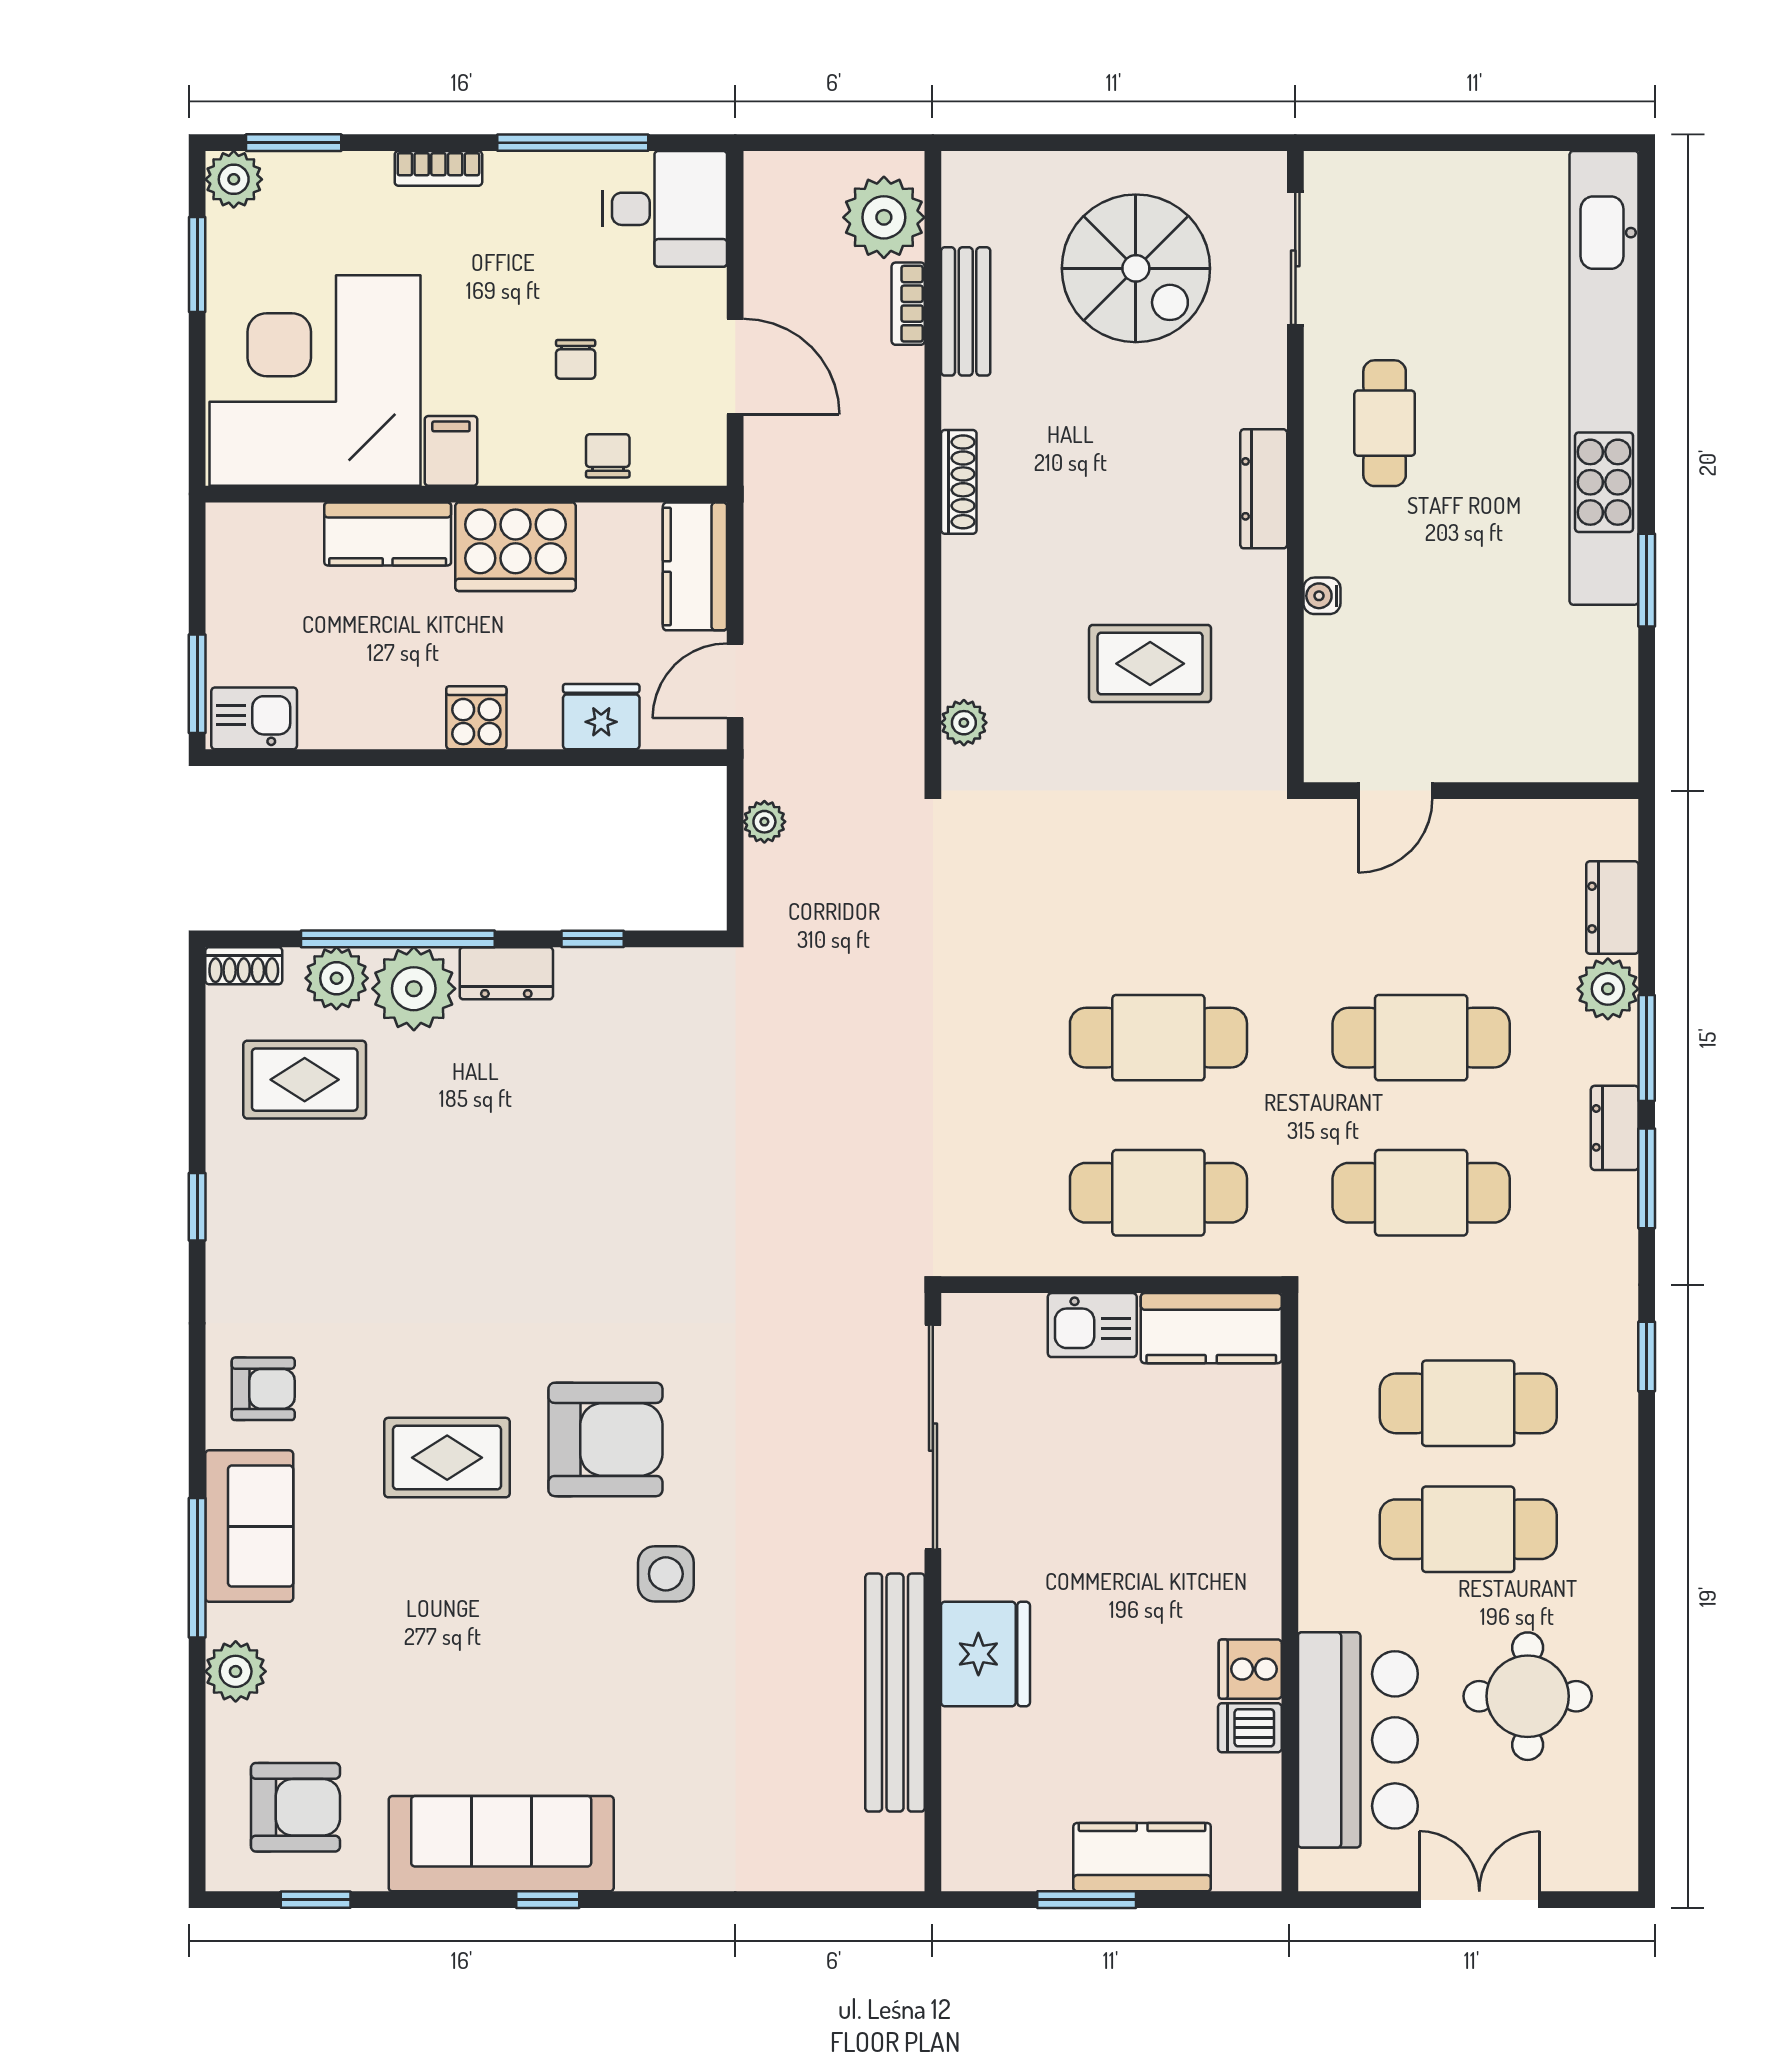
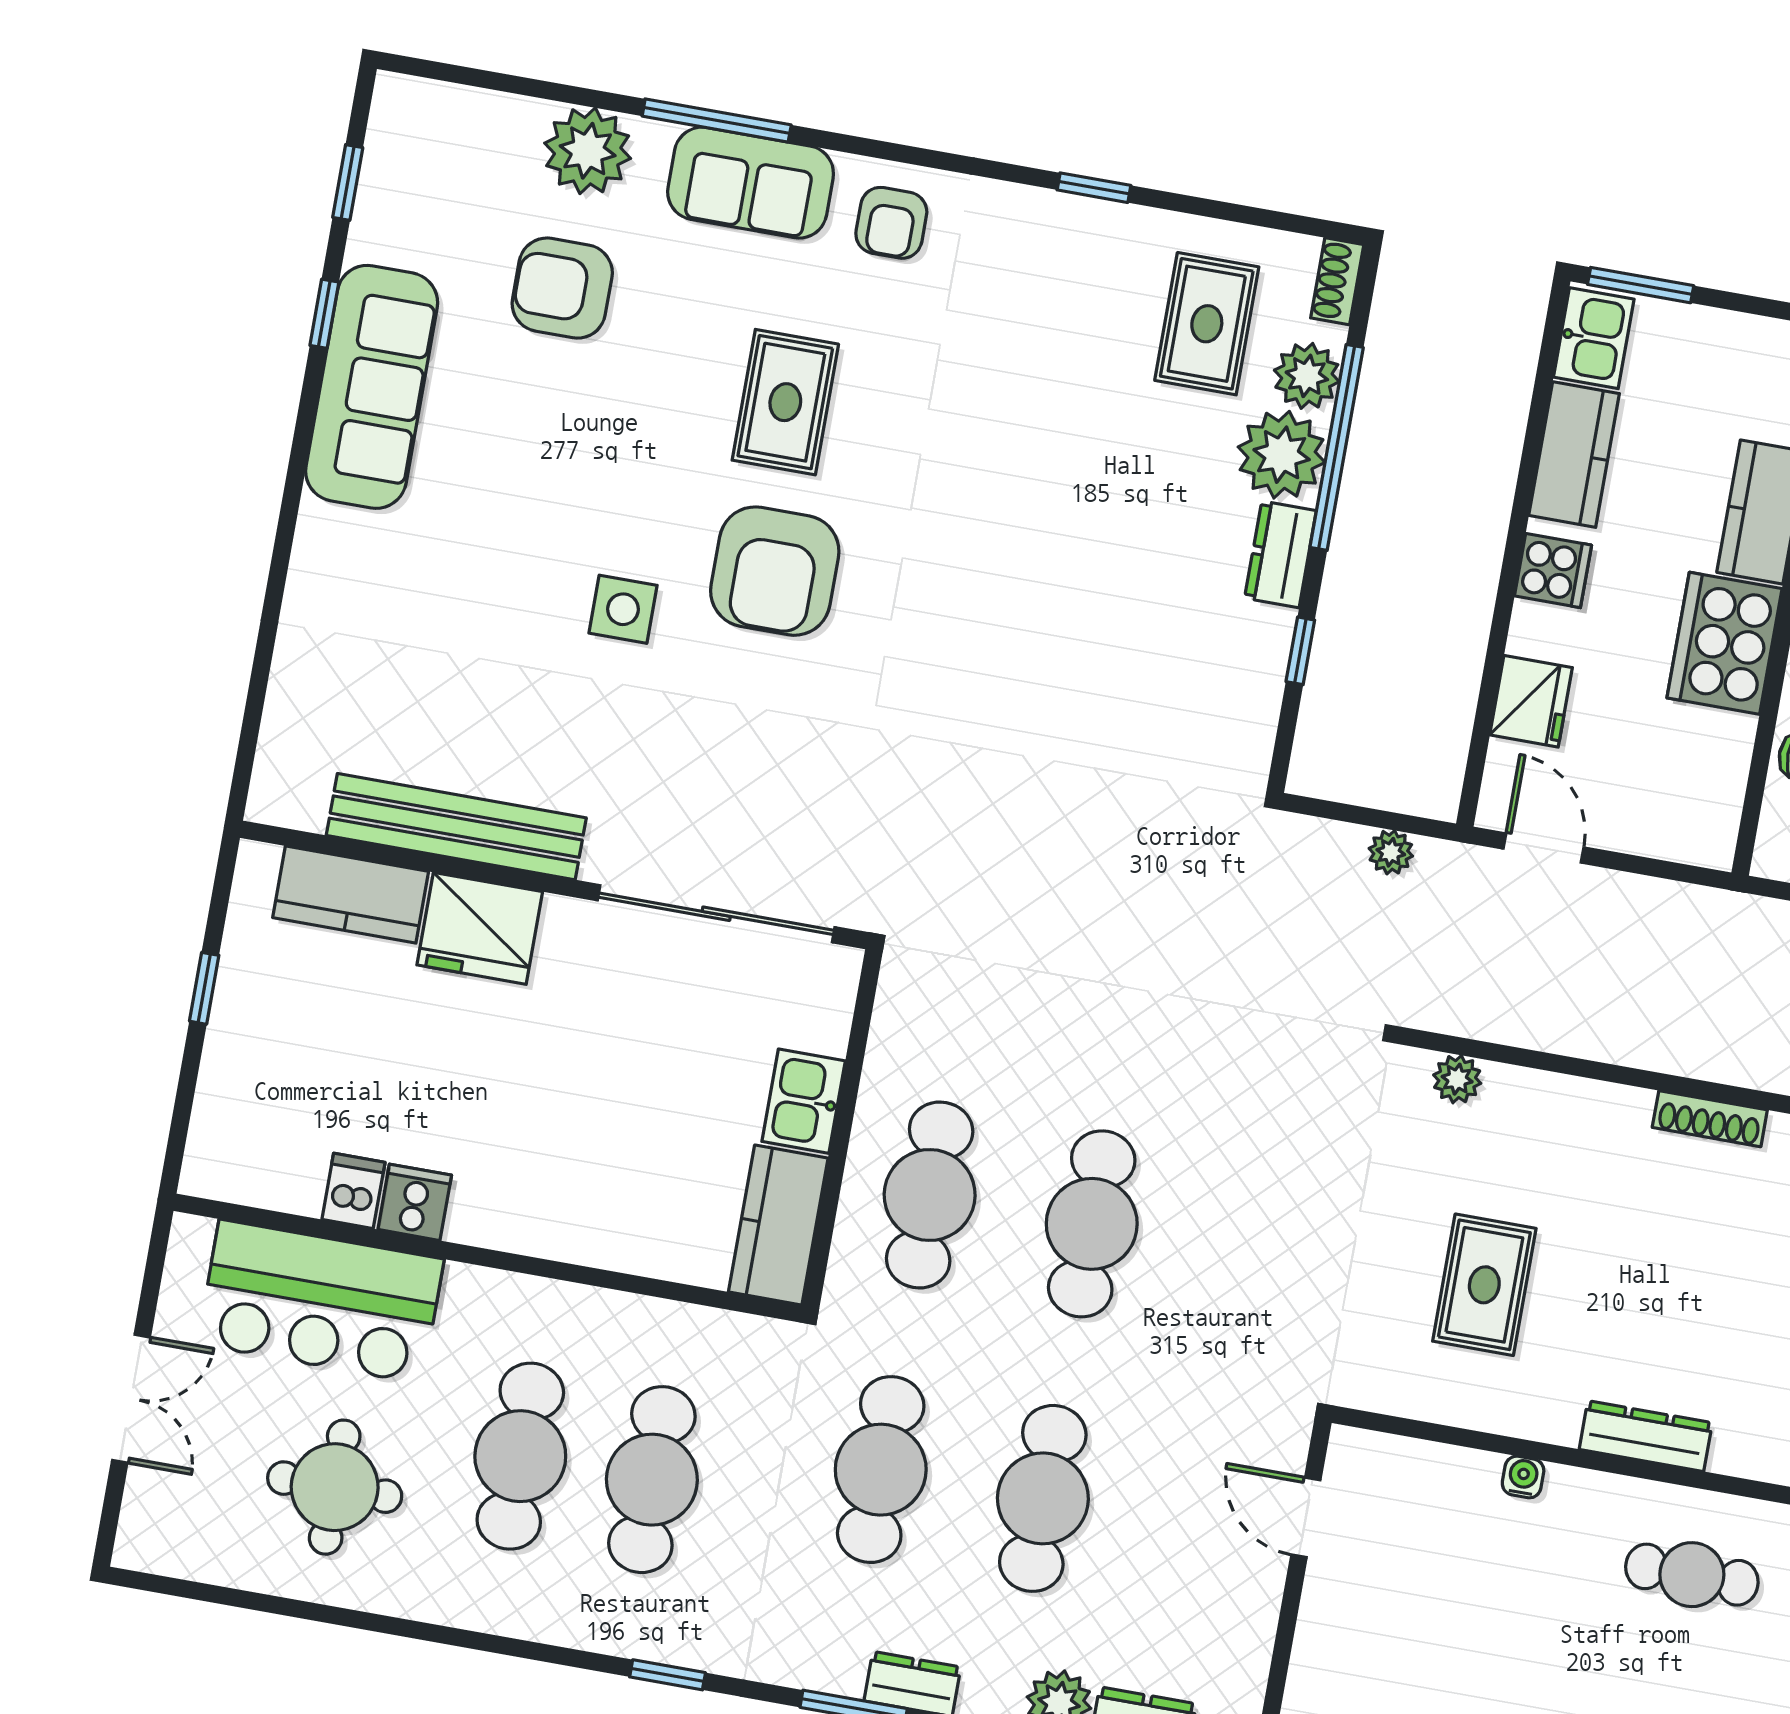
kitchen counter: (695, 566) -> (1574, 455), moved, turned 90
plant: (236, 1671) -> (588, 151), width x1.36, depth x1.36
armchair: (295, 1807) -> (562, 288), moved, turned 90
kitchen counter: (1142, 1857) -> (351, 895), moved, turned 90
window: (548, 1900) -> (324, 314), moved
window: (1087, 1900) -> (204, 988), width x0.67

